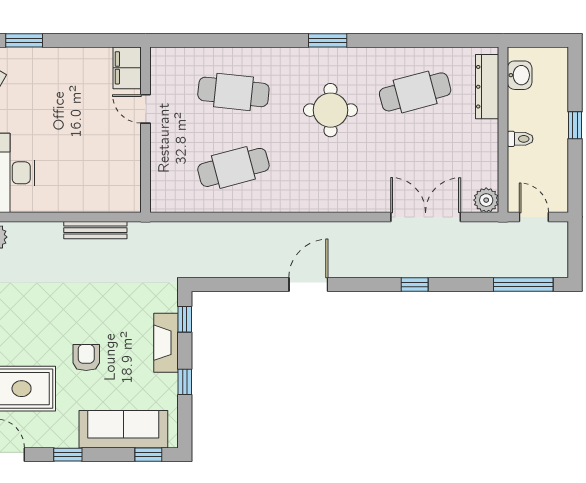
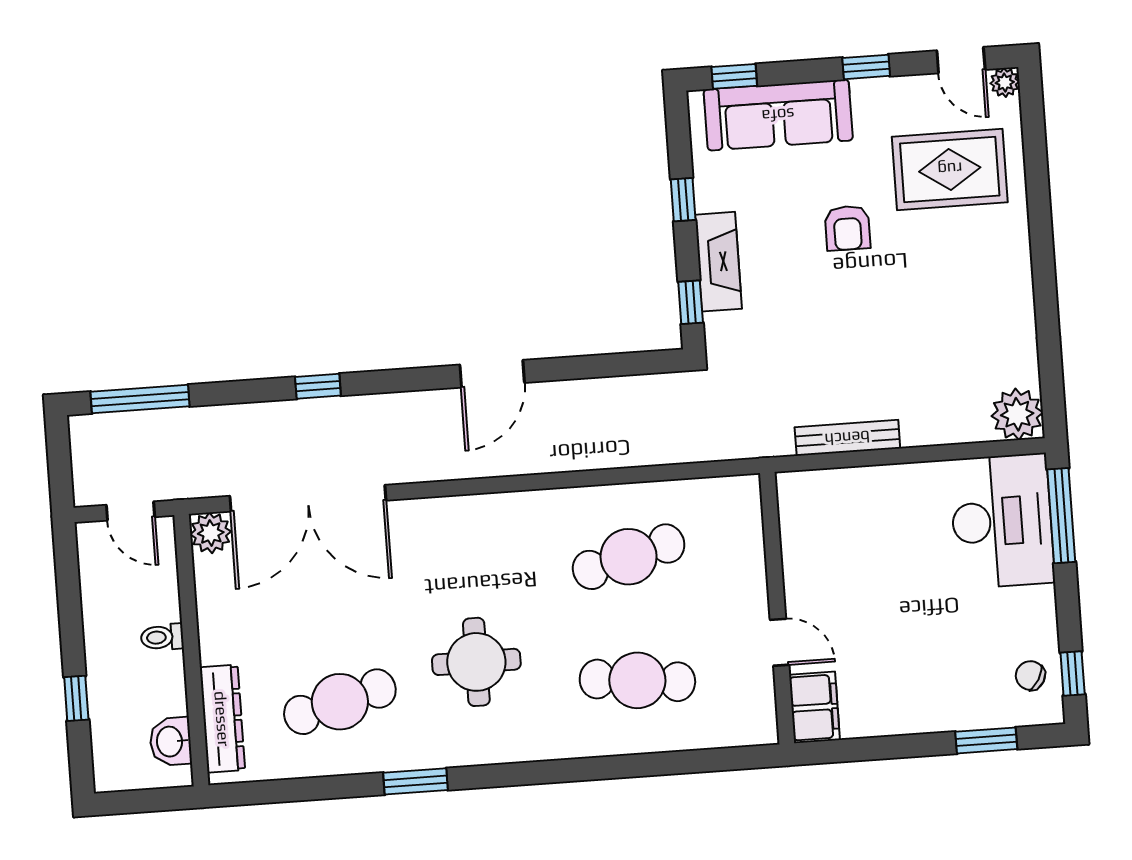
window: (328, 40) -> (415, 781), moved
window: (575, 125) -> (76, 698), moved
double door: (426, 217) -> (308, 498), width x1.36

